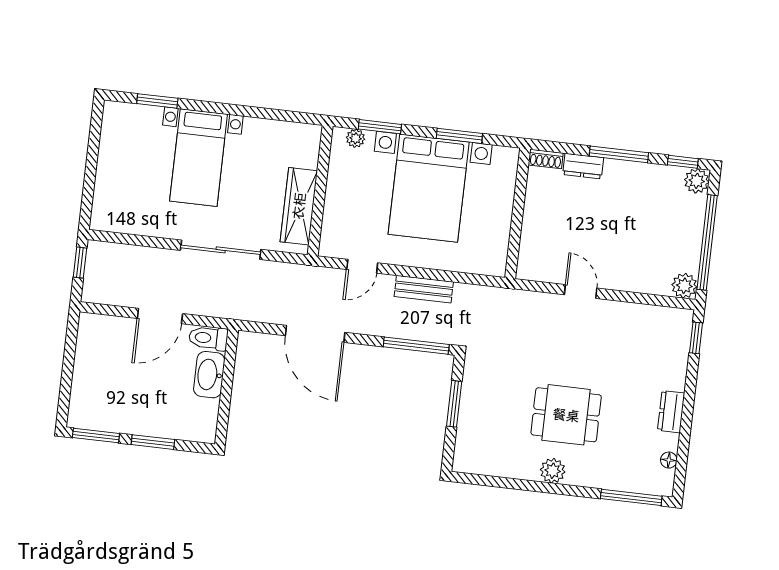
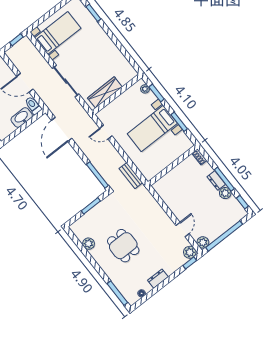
bed with nightstands: (199, 158) -> (58, 33), moved, turned 180
dresser: (583, 166) -> (216, 181), moved
plant: (697, 181) -> (225, 193), moved
bed with nightstands: (429, 188) -> (152, 128), width x0.73
bench: (424, 289) -> (131, 176), moved
door: (581, 291) -> (182, 230), moved
plant: (679, 321) -> (190, 252), added
door: (315, 334) -> (62, 129), moved
plant: (553, 471) -> (89, 244), moved

